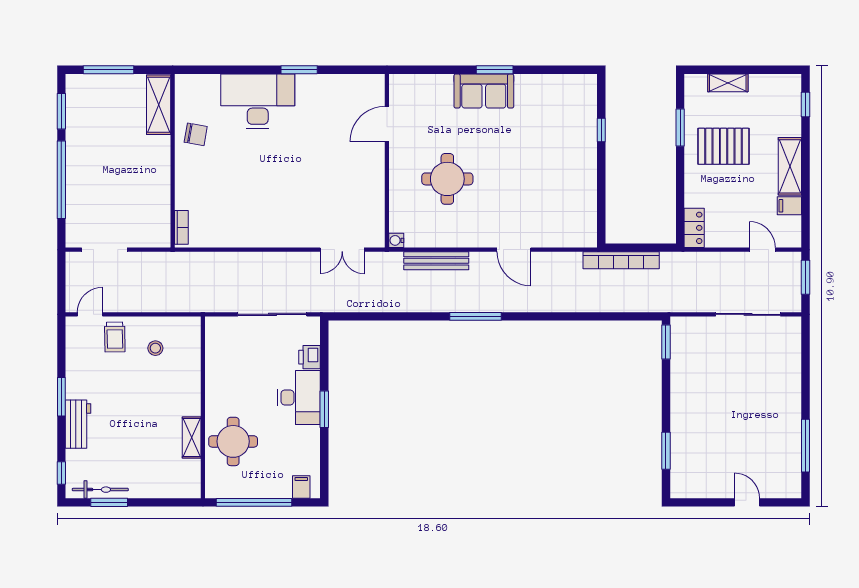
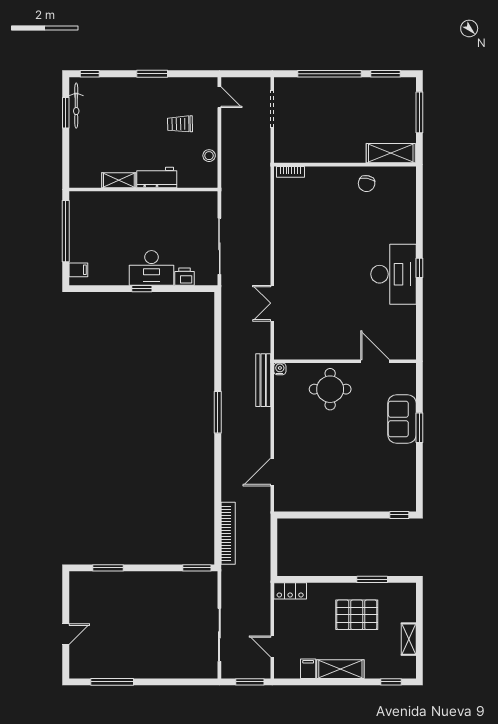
window: (299, 70) -> (419, 268), width x0.67
shelving: (728, 83) -> (409, 639), moved
desk: (258, 101) -> (394, 274), moved
door: (387, 124) -> (375, 361), moved
window: (601, 130) -> (399, 515), moved
pallet: (724, 146) -> (357, 615), turned 90
wall: (387, 161) -> (345, 361), moved
water cooler: (396, 240) -> (280, 369), moved
door: (514, 250) -> (272, 472), moved
door: (762, 250) -> (272, 647), swing flipped
bookcase: (621, 260) -> (228, 533), moved, turned 180
trolley: (115, 337) -> (180, 124), moved
stool: (155, 348) -> (209, 156), moved
window: (324, 409) -> (142, 289), width x0.67
workbench: (78, 424) -> (157, 178), moved, turned 180
round table: (233, 441) -> (116, 214), removed

